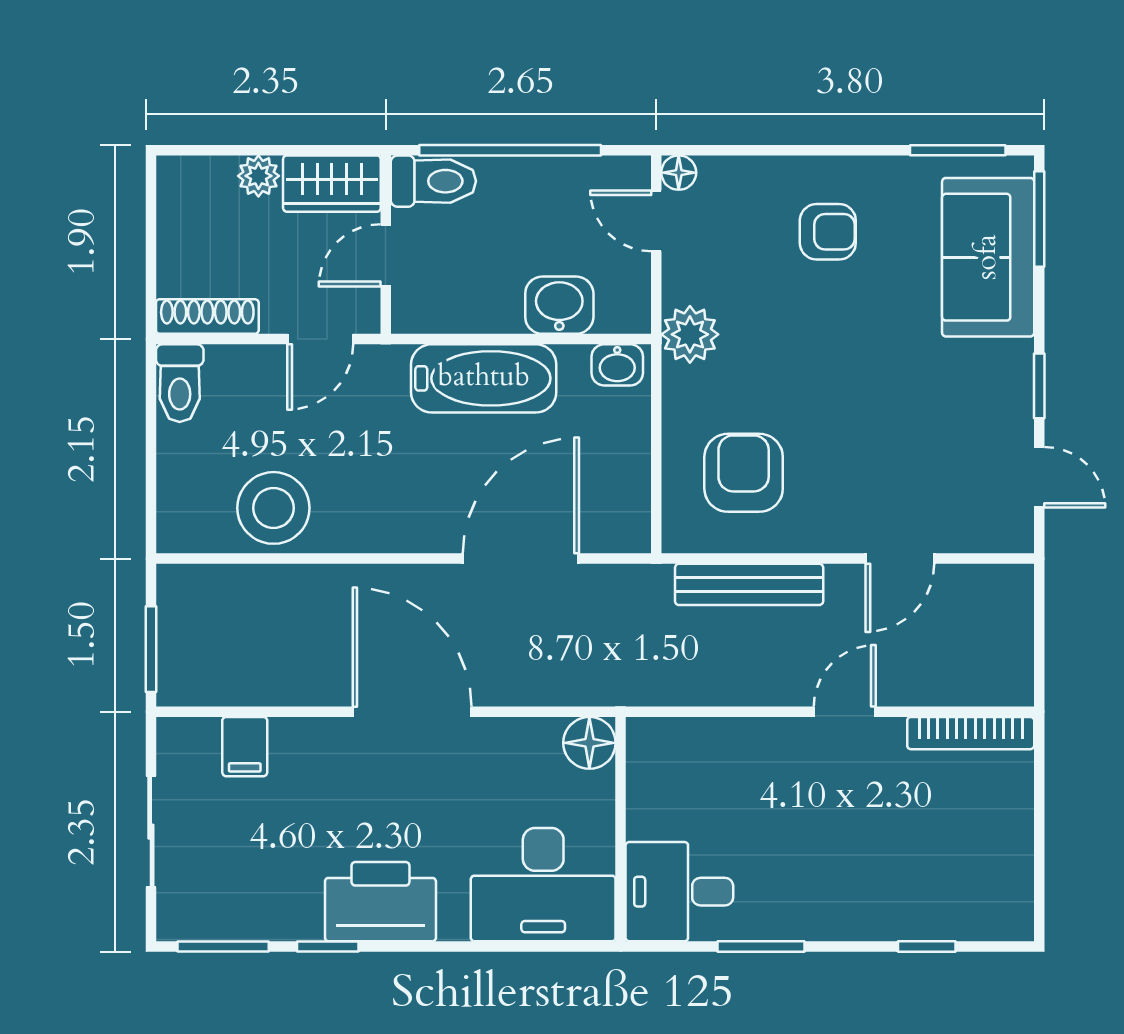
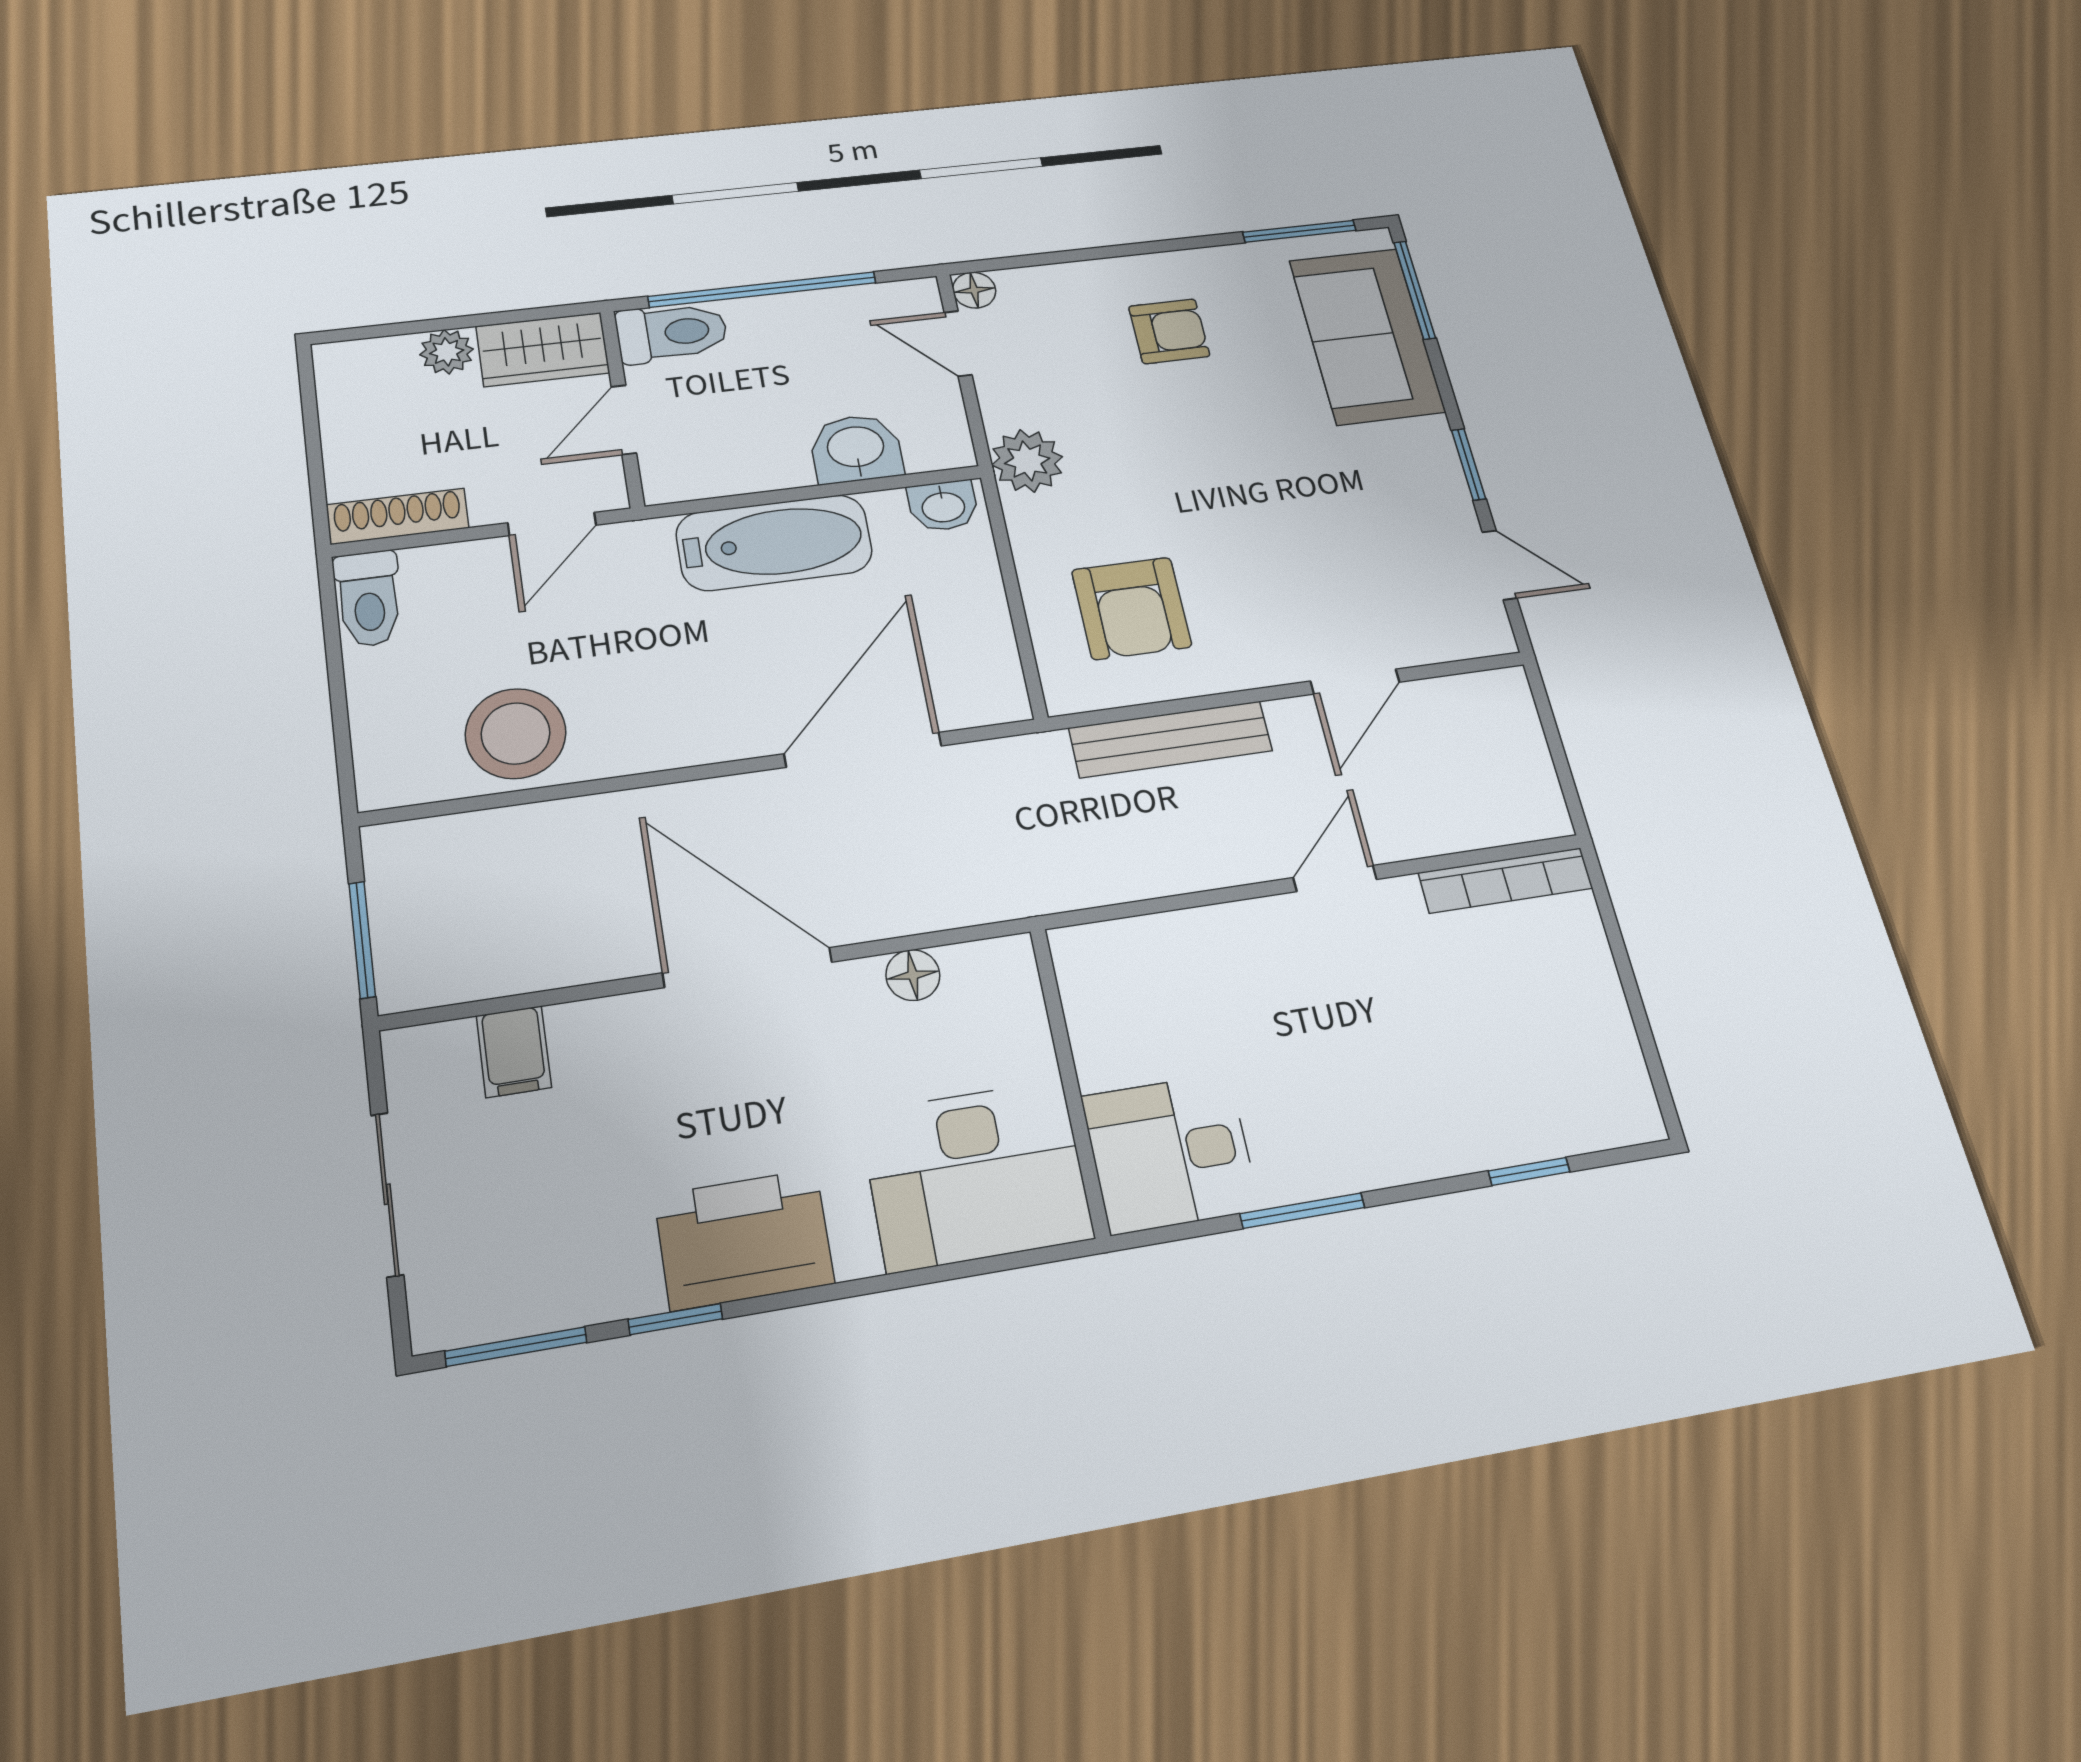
armchair: (744, 473) -> (1131, 608), turned 180
floor lamp: (589, 743) -> (913, 975), moved, width x0.73, depth x0.73

